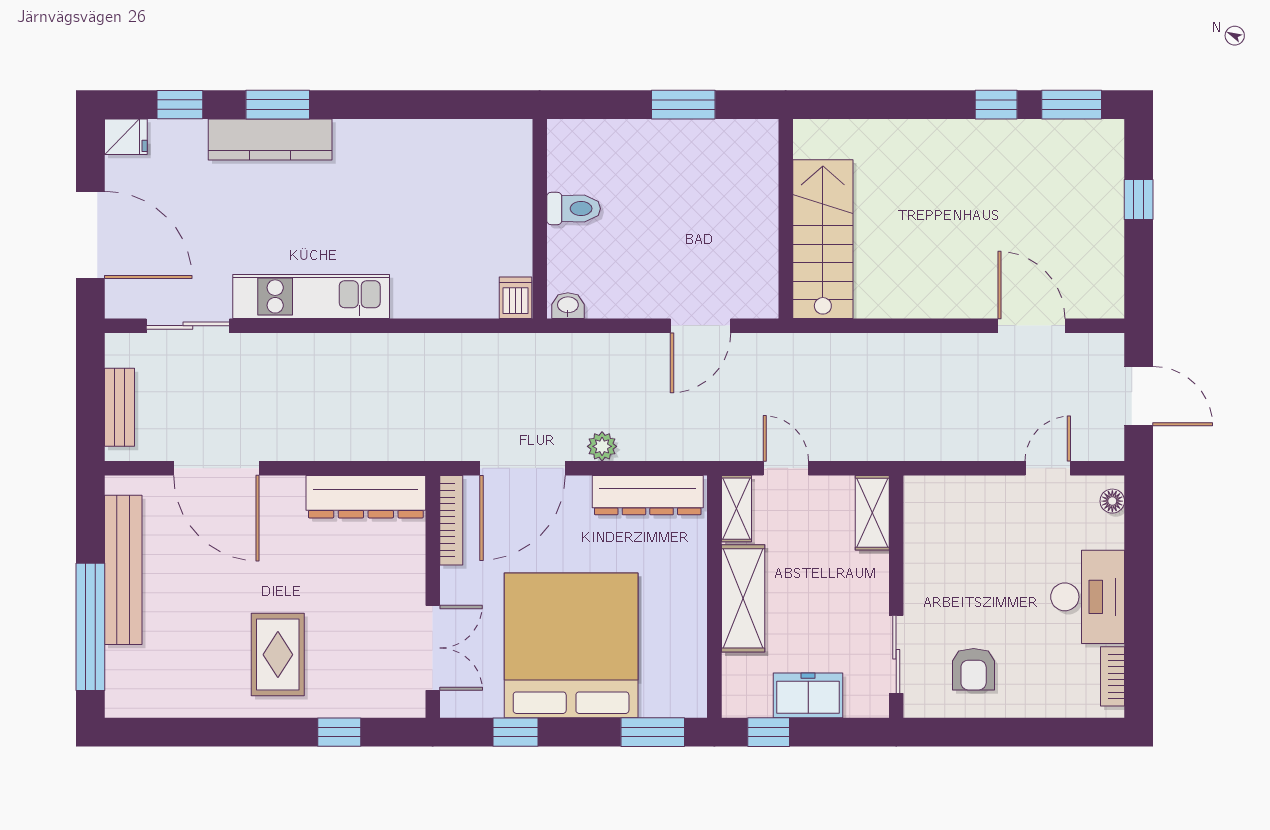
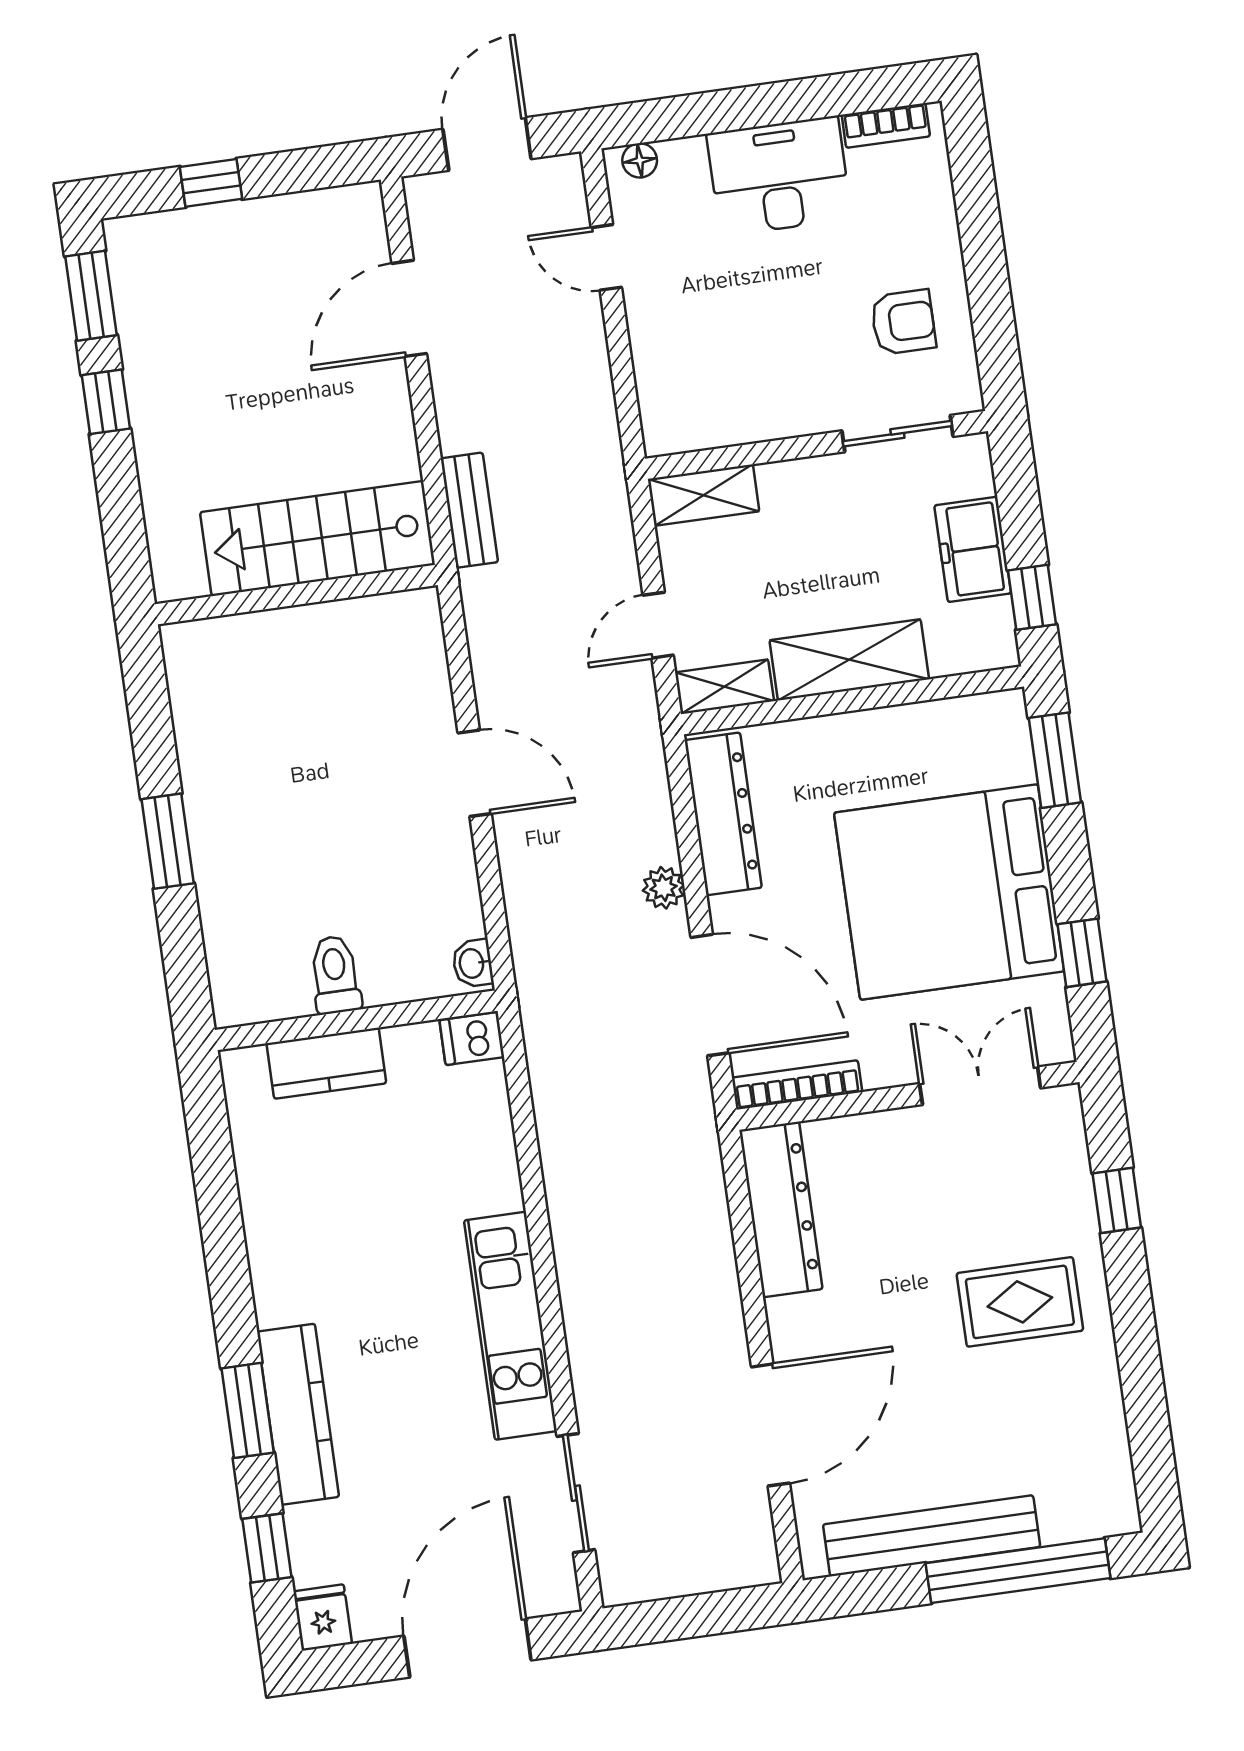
kitchen counter: (513, 194) -> (326, 1063), added
wall: (786, 219) -> (296, 595), moved
stairs: (823, 239) -> (318, 539), moved
bench: (120, 407) -> (469, 510), moved, turned 90

